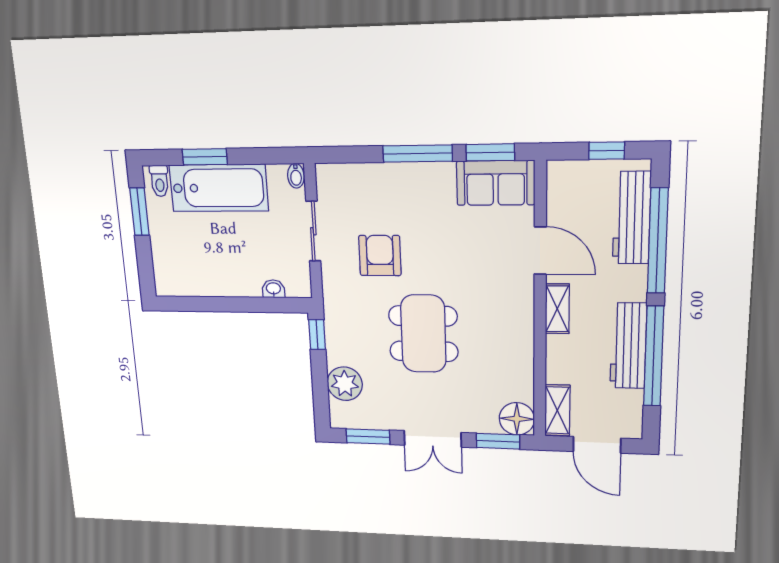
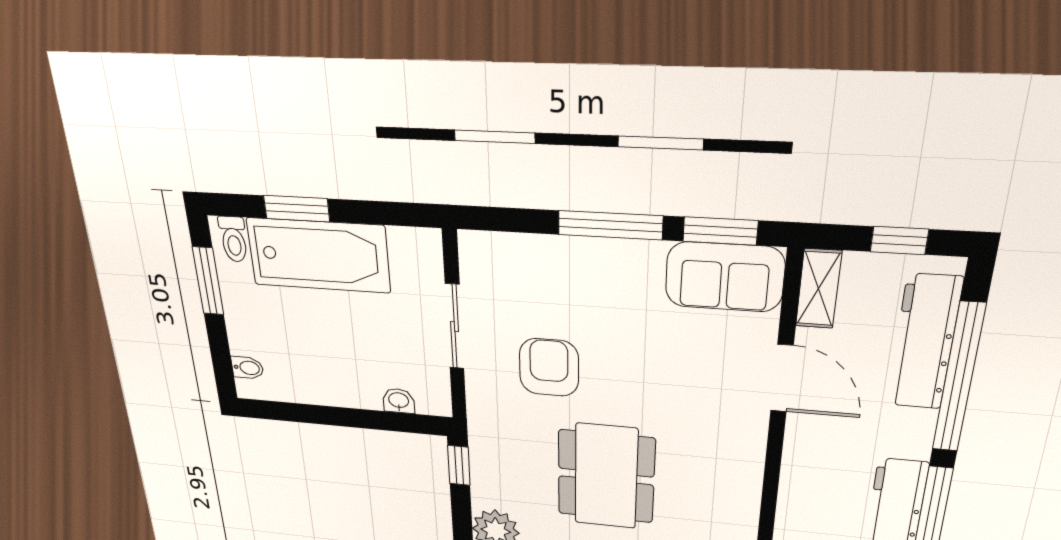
bidet: (296, 176) -> (247, 368), moved, turned -90
shelving: (557, 309) -> (819, 289), moved

